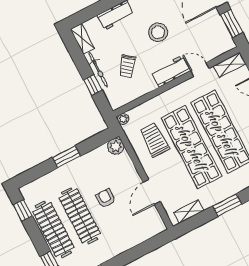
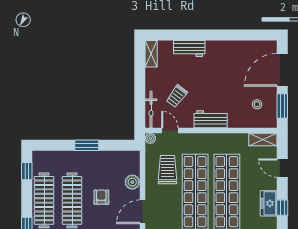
stool: (158, 32) -> (257, 104), moved, width x0.53, depth x0.53
door: (200, 69) -> (170, 130), moved
bicycle: (98, 70) -> (151, 109), moved
window: (93, 85) -> (140, 97), removed
plant: (116, 146) -> (132, 182), moved

